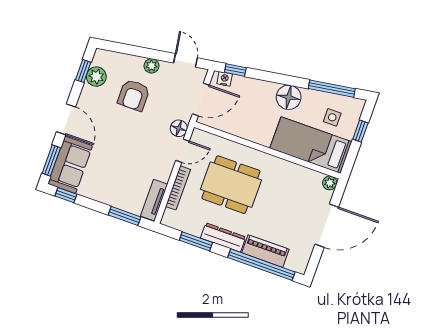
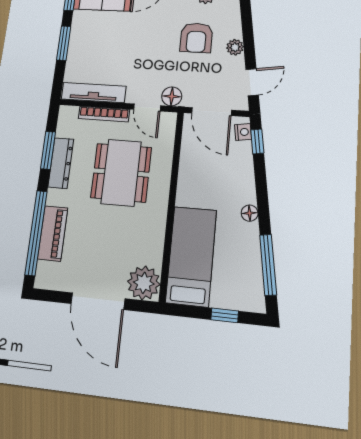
armchair: (134, 95) -> (196, 38), turned -90
floor lamp: (289, 97) -> (250, 213), width x0.53, depth x0.53
side table: (332, 117) -> (232, 274), removed
plant: (330, 183) -> (144, 283), width x1.87, depth x1.87
tv unit: (154, 200) -> (94, 93), width x1.41
window: (124, 216) -> (64, 43), moved
dresser: (223, 238) -> (61, 163), moved

